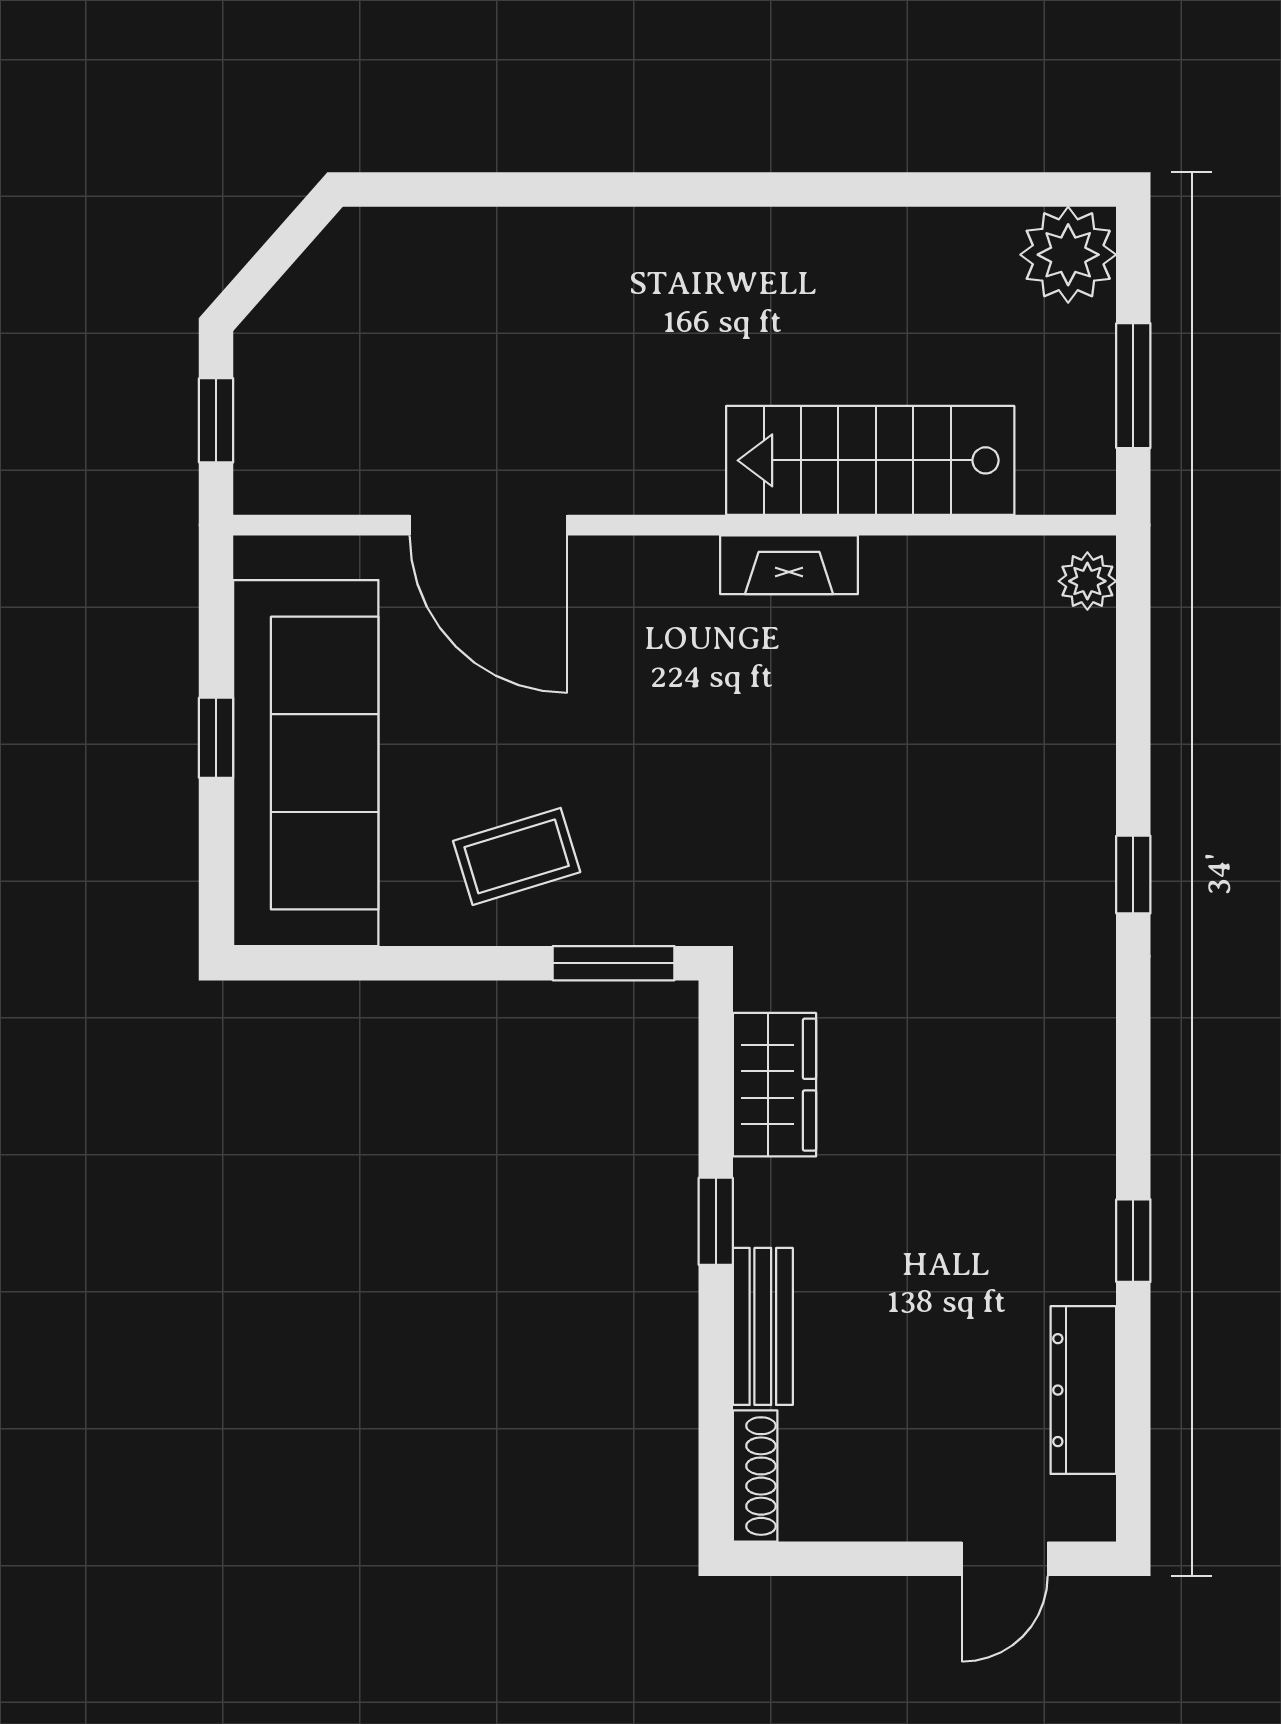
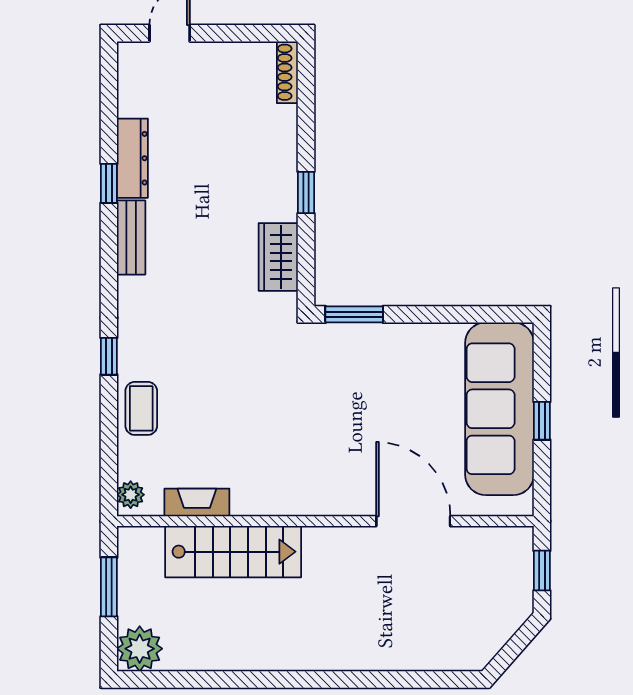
fireplace: (789, 565) -> (197, 502), moved
coffee table: (517, 856) -> (141, 408), moved, turned -73
bench: (763, 1326) -> (131, 237), moved
dresser: (1083, 1390) -> (132, 158), moved

